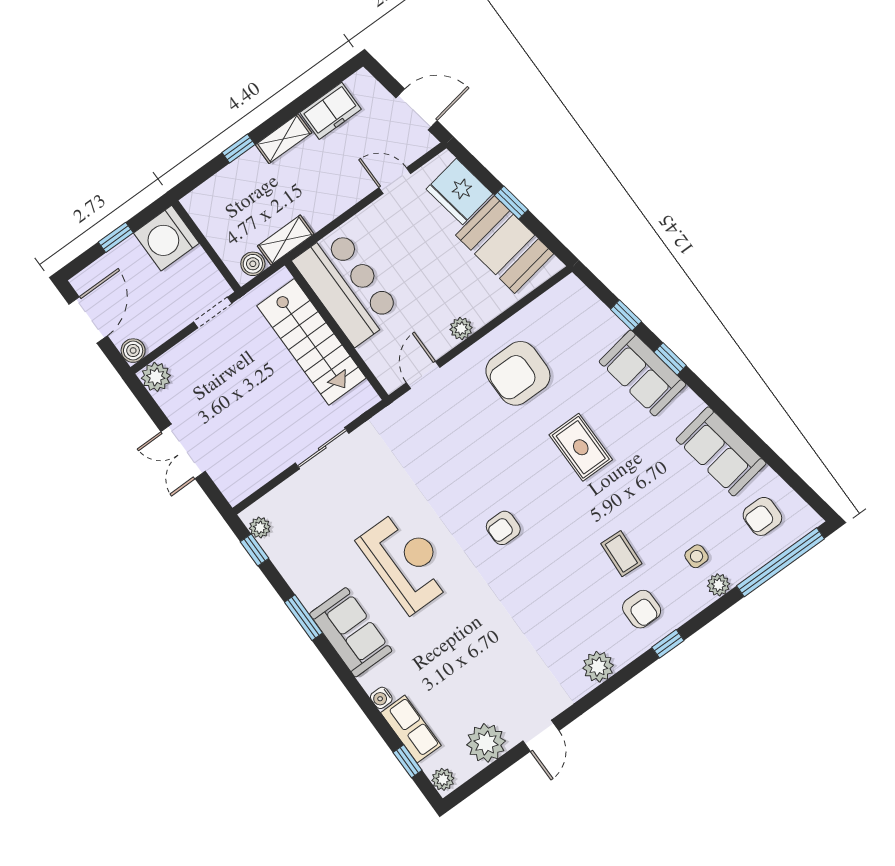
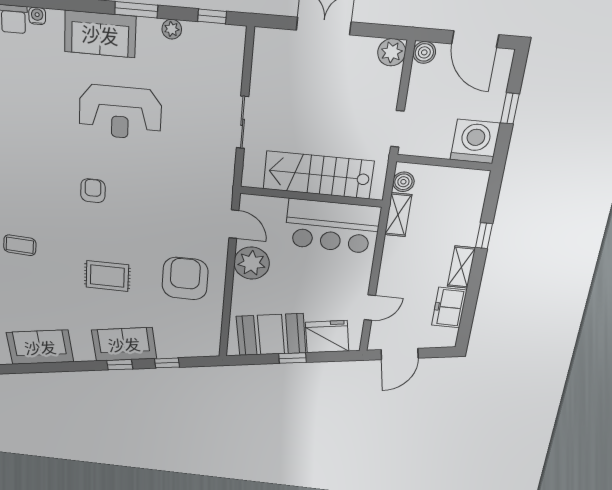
plant: (461, 329) -> (252, 263), width x1.88, depth x1.88
plant: (260, 528) -> (172, 29), moved

